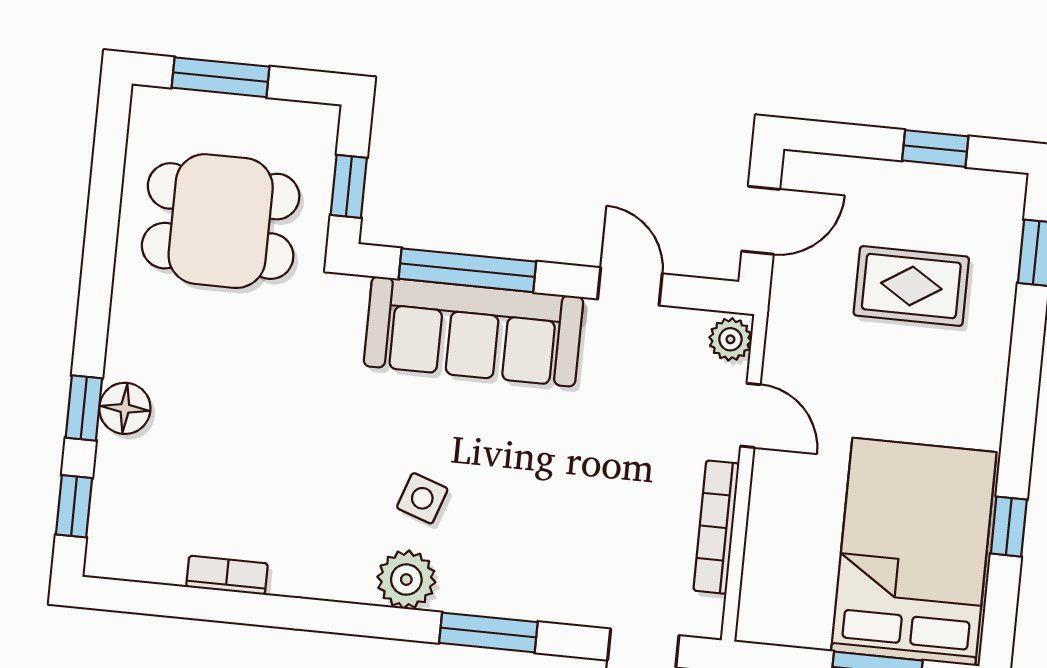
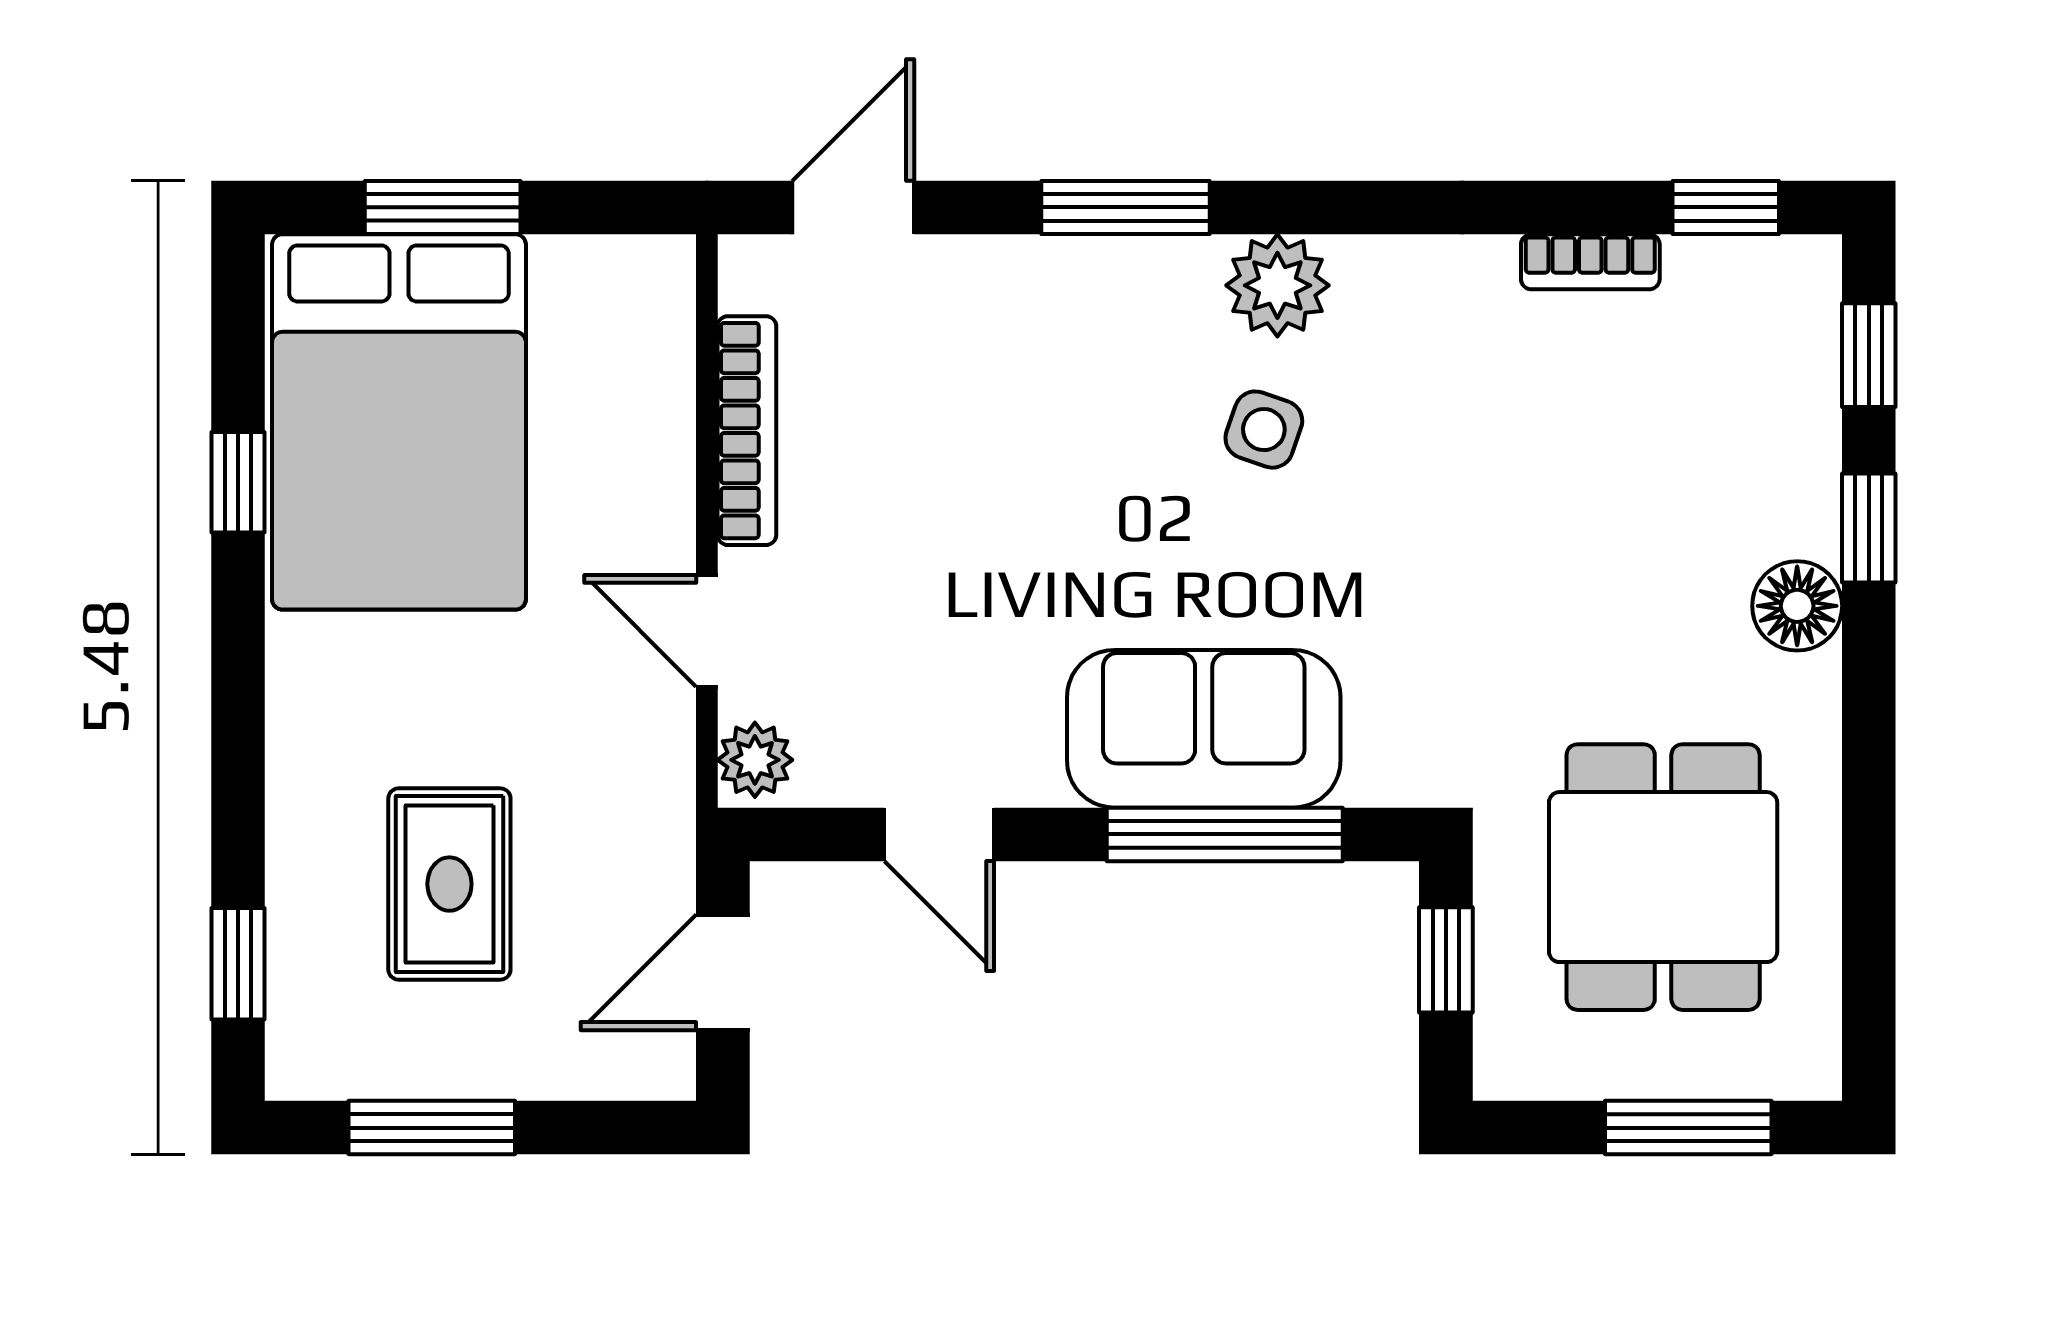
window: (935, 148) -> (432, 1128), width x1.50
dining table: (221, 221) -> (1663, 877), turned 90
rug: (911, 286) -> (449, 884), turned 90
sofa: (473, 331) -> (1204, 729), width x0.73
floor lamp: (125, 408) -> (1797, 606), moved
window: (147, 598) -> (1726, 207), added

